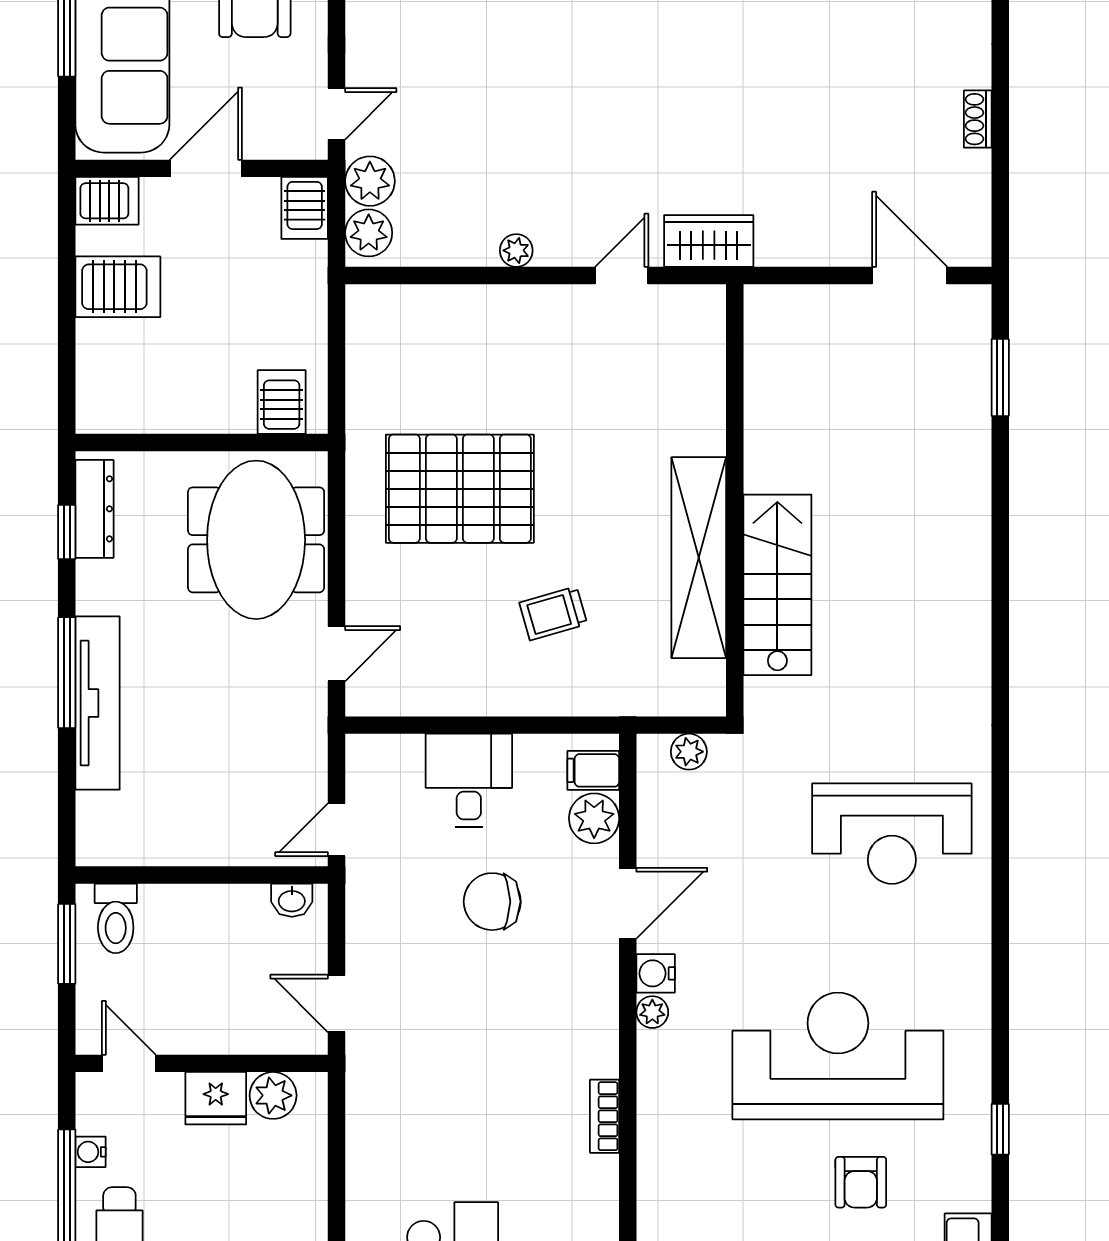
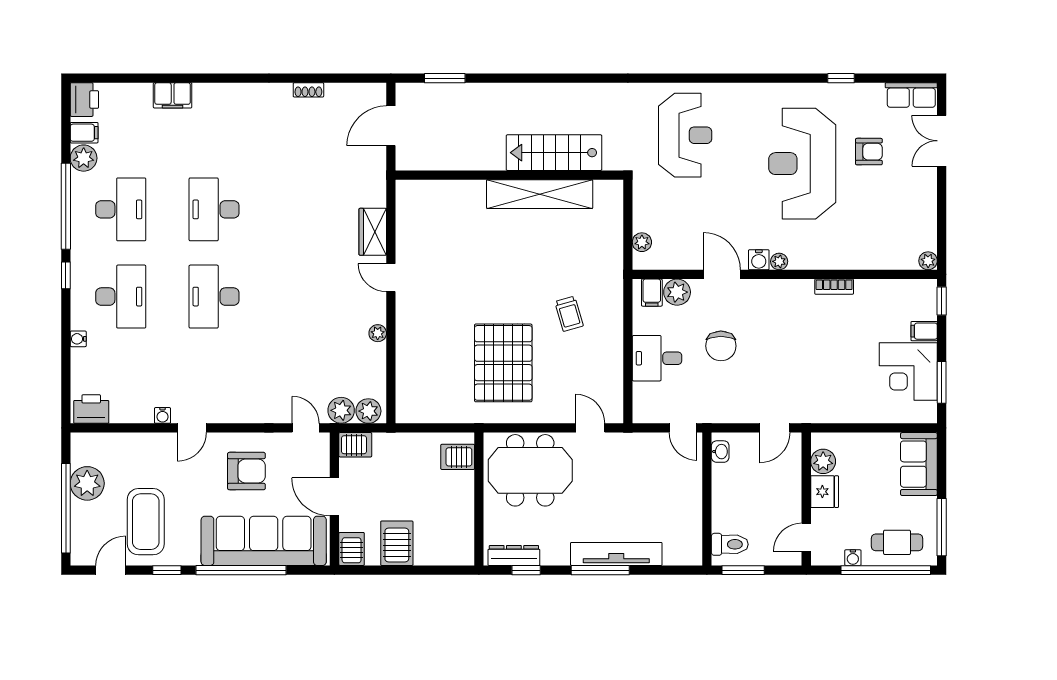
wall: (735, 500) -> (509, 175), moved
shelving: (699, 558) -> (540, 194), moved
stairs: (777, 585) -> (554, 153), moved

